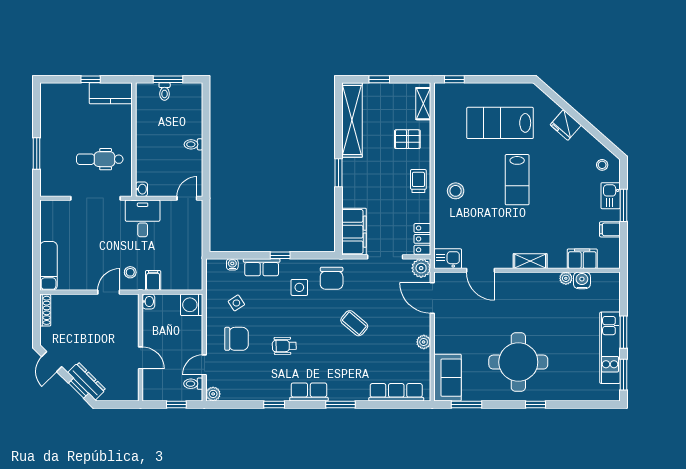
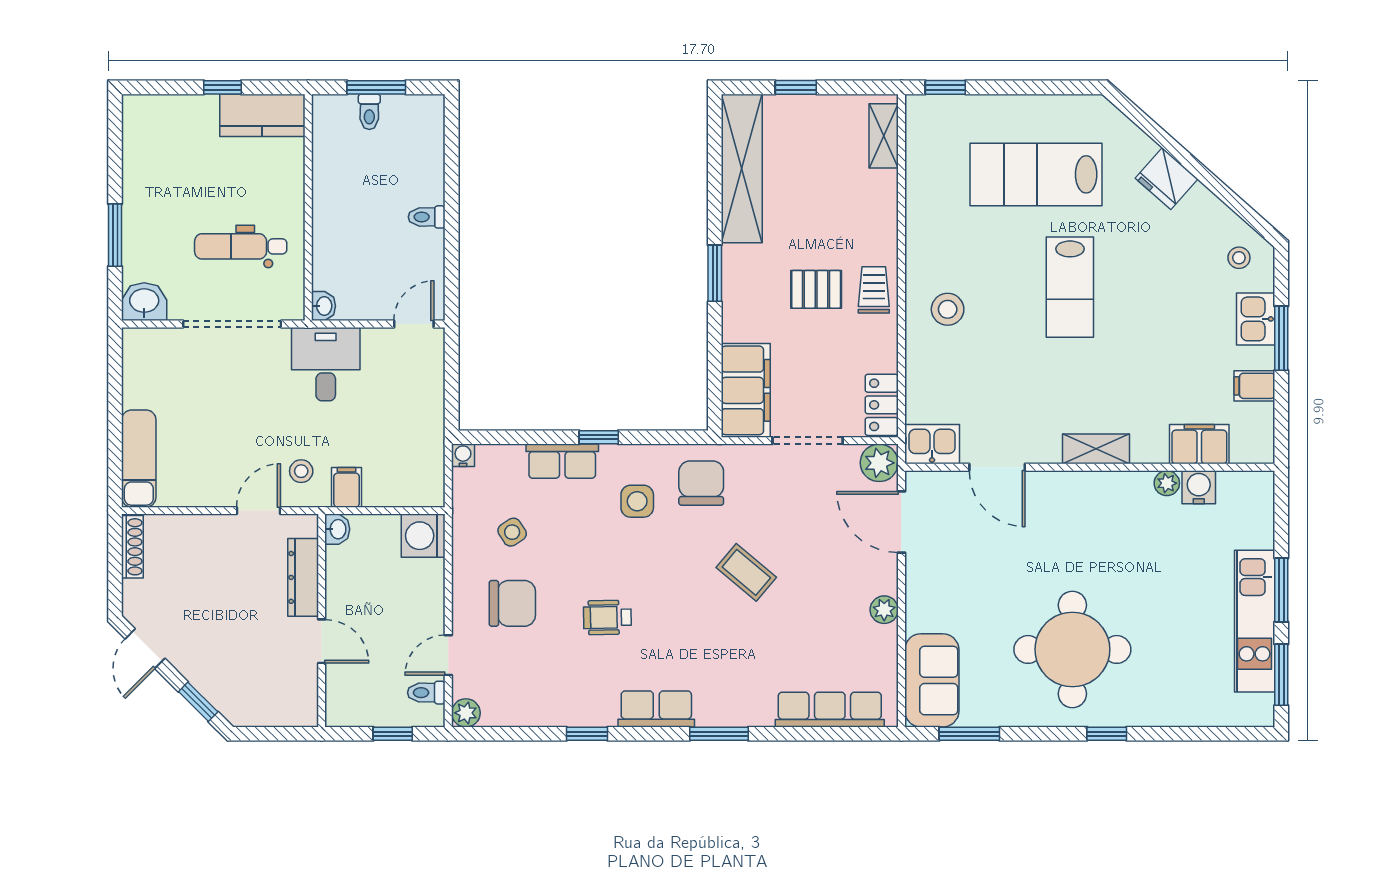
pallet: (407, 139) -> (816, 289), moved
washbasin: (51, 187) -> (144, 302), added
water cooler: (232, 264) -> (463, 455), moved
chair: (332, 278) -> (701, 483), turned 180
dresser: (87, 381) -> (303, 577), moved, turned -135

